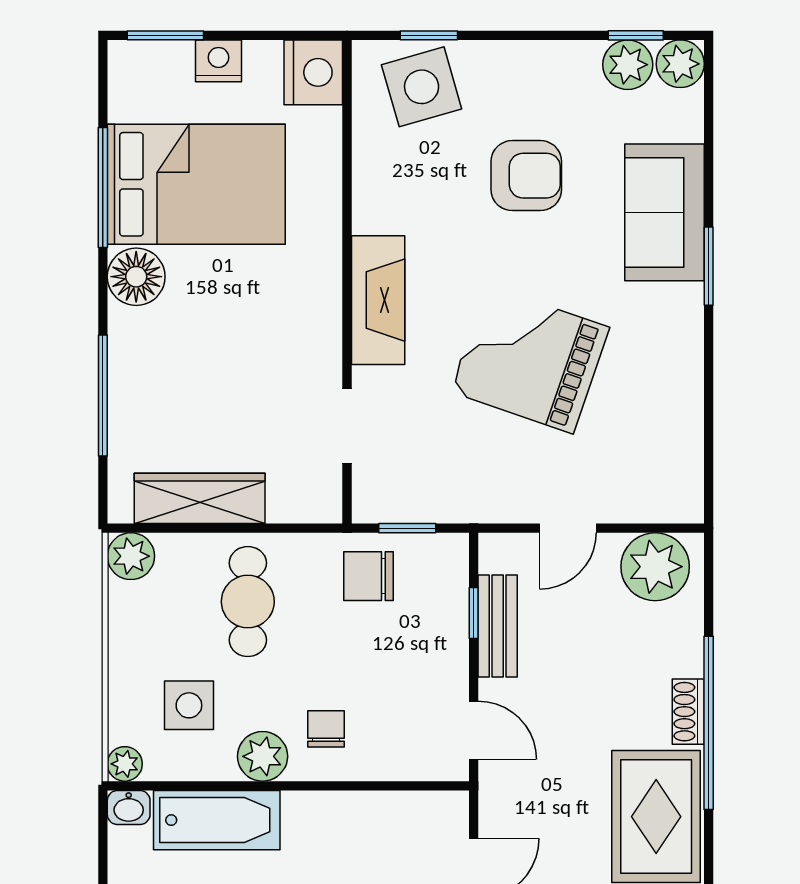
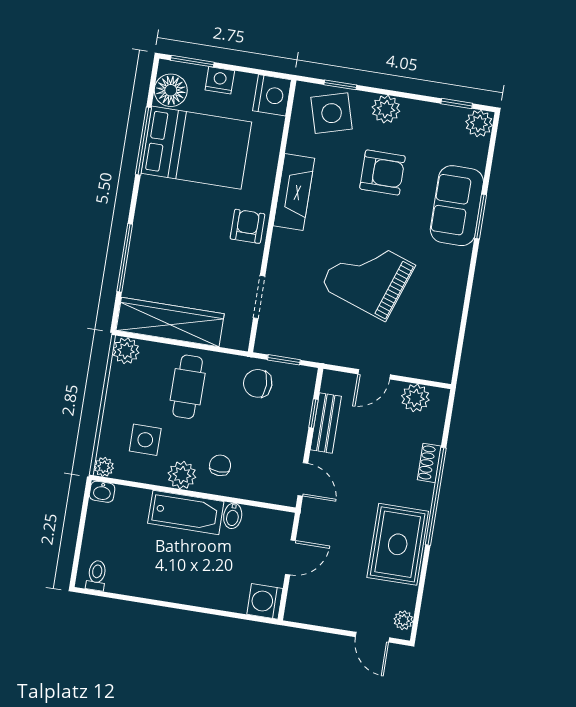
plant: (628, 65) -> (386, 109), moved
window: (709, 266) -> (481, 217), moved
floor lamp: (136, 277) -> (171, 90), moved
fireplace: (378, 300) -> (294, 192), moved
armchair: (307, 307) -> (247, 226), added
wardrobe: (200, 498) -> (170, 322), width x1.40, depth x1.17
plant: (655, 567) -> (415, 398), width x0.73, depth x0.73
shoe rack: (688, 712) -> (429, 463), moved
bidet: (362, 813) -> (233, 516), added
bathtub: (217, 820) -> (186, 512), moved

